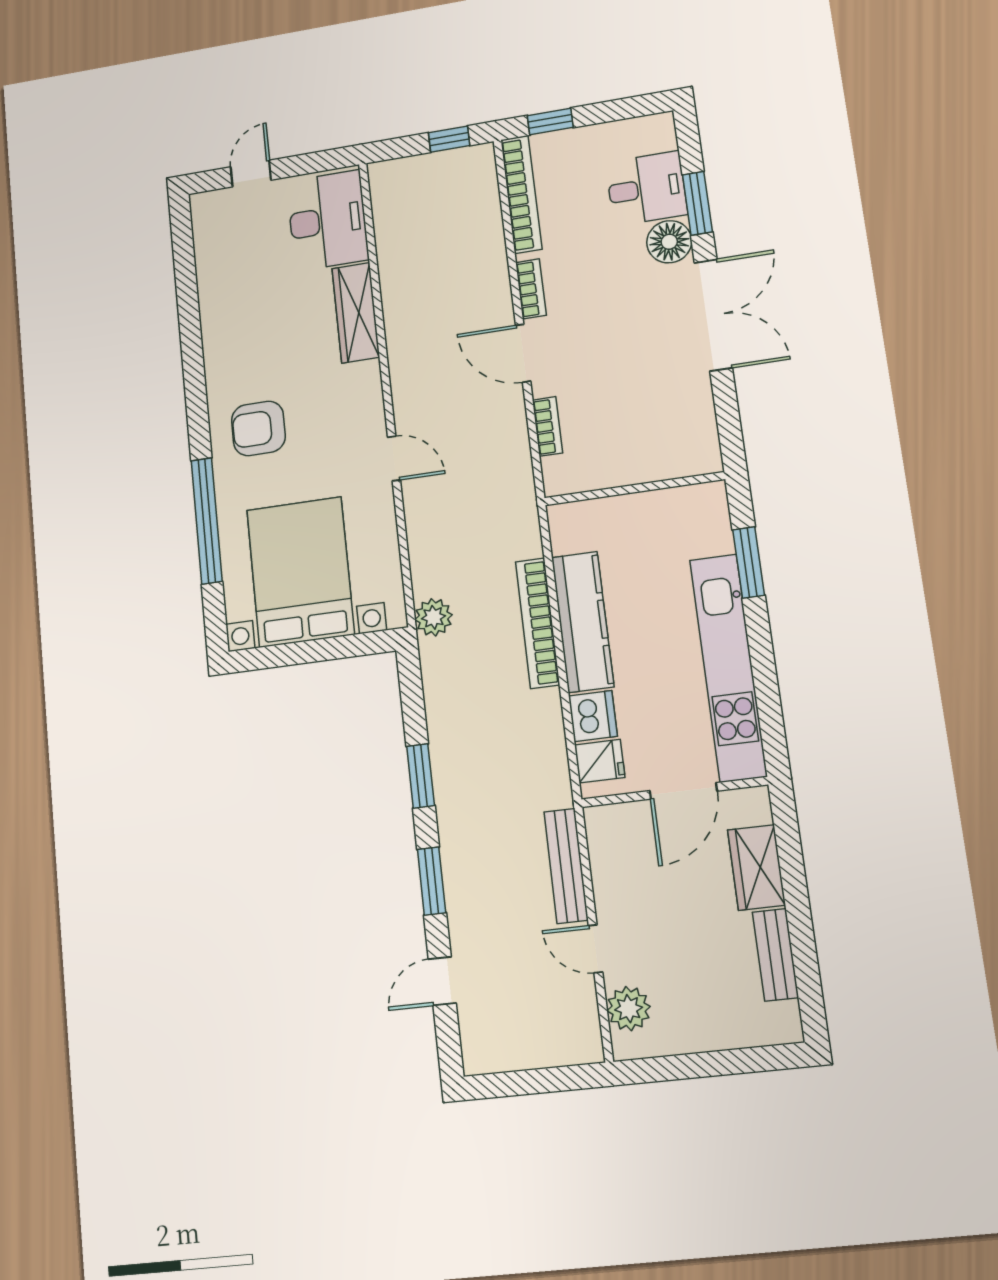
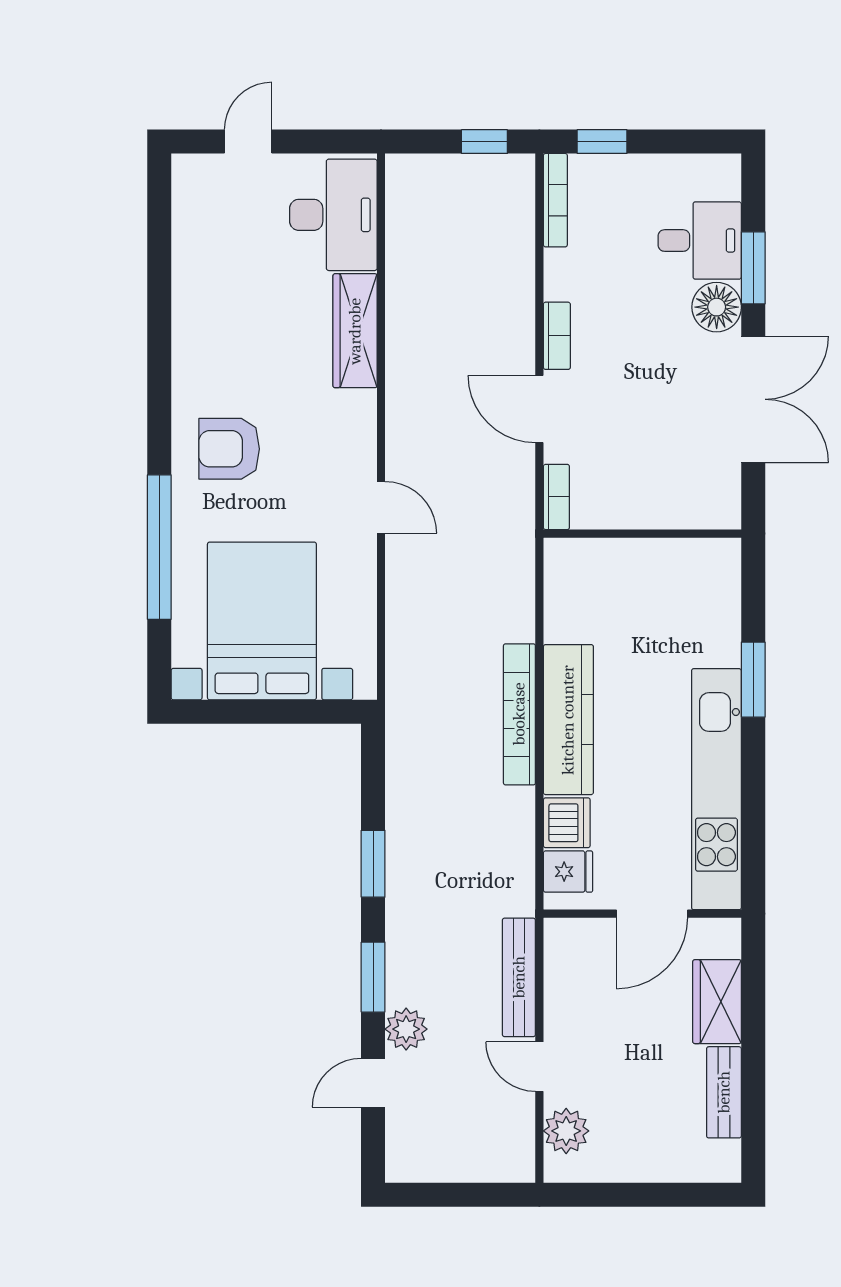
bookcase: (521, 194) -> (555, 200), width x0.68, depth x0.76
wall: (634, 489) -> (642, 534), moved
plant: (433, 617) -> (406, 1029), moved

